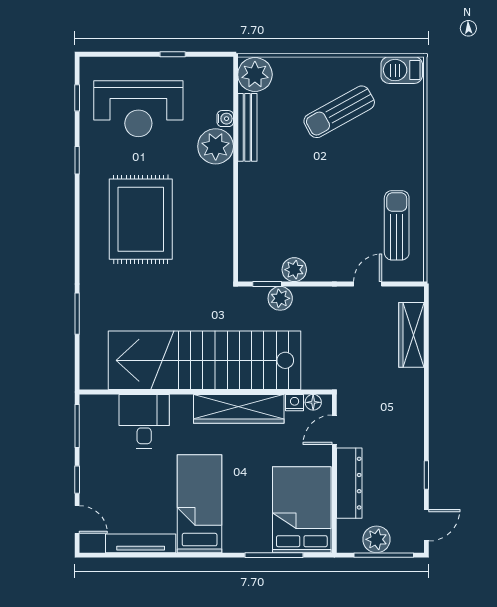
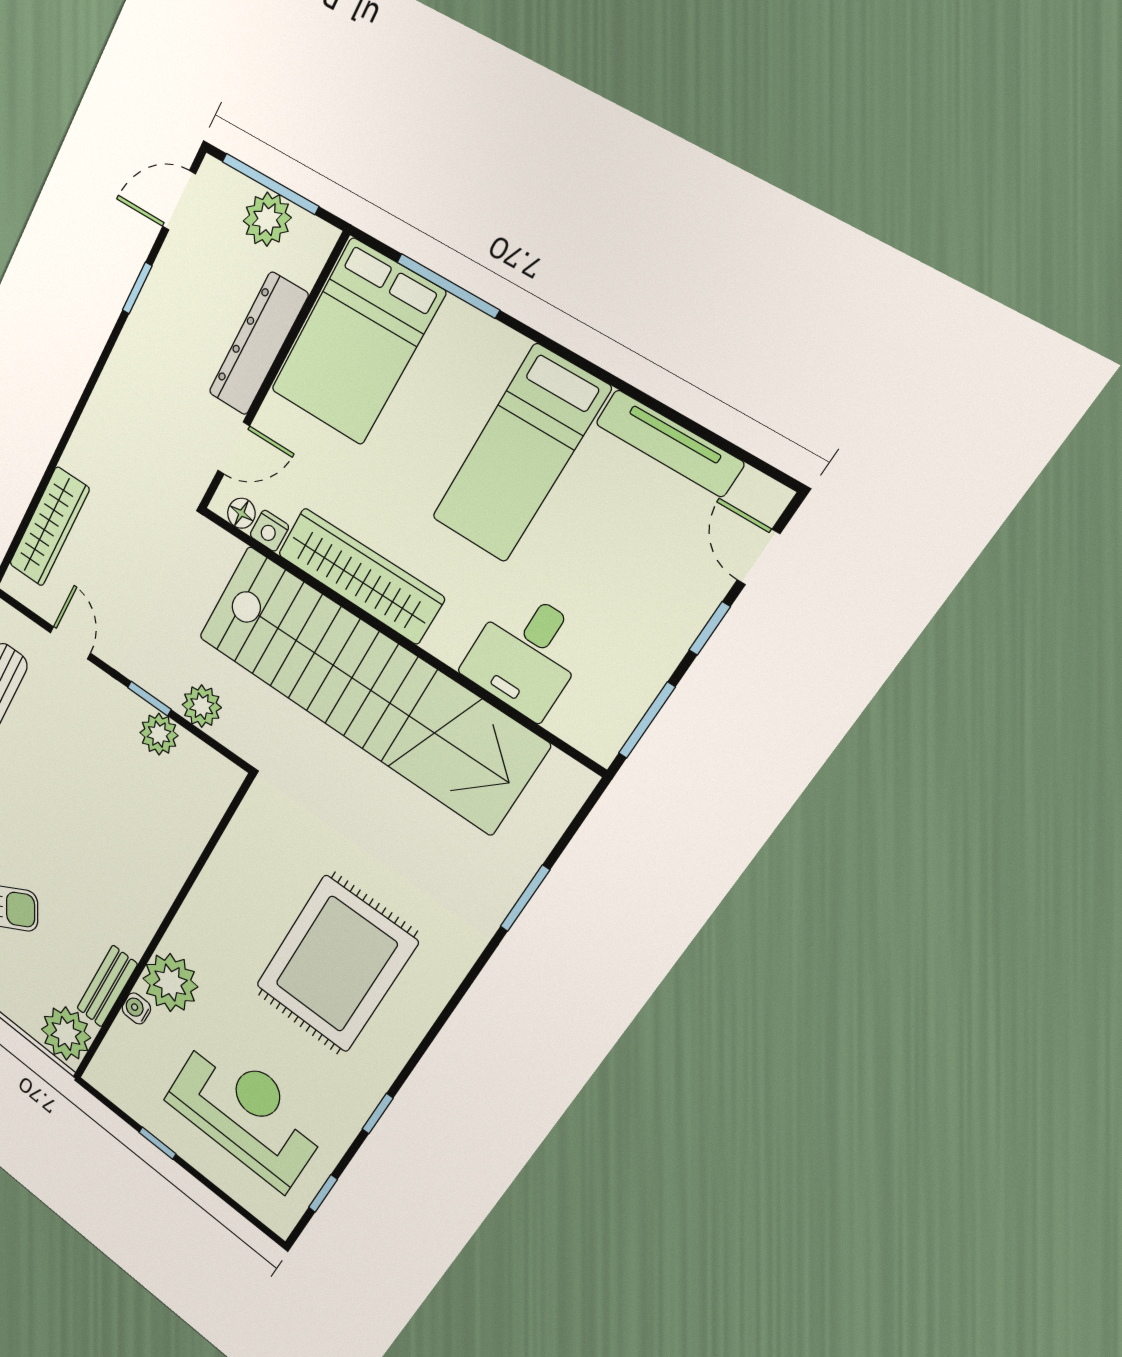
bench: (247, 127) -> (107, 986), width x0.73
window: (267, 284) -> (149, 698), moved
door: (368, 284) -> (70, 643), swing flipped

